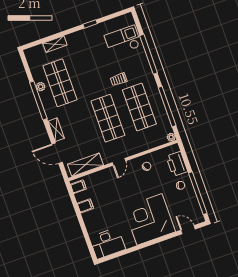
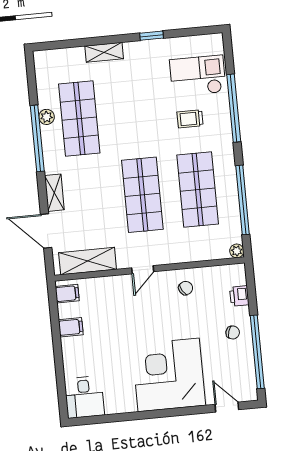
shelving: (55, 44) -> (104, 52), moved
trolley: (119, 79) -> (190, 119), moved
printer: (177, 164) -> (239, 296), width x0.53, depth x0.68
desk: (107, 243) -> (84, 397), width x0.73

